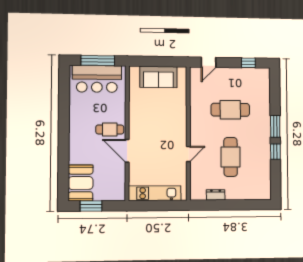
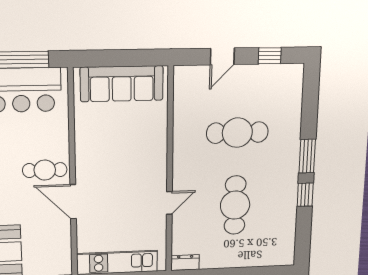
door: (209, 62) -> (222, 56), moved
sofa: (158, 77) -> (122, 84), width x1.36
dresser: (216, 195) -> (185, 263), moved

